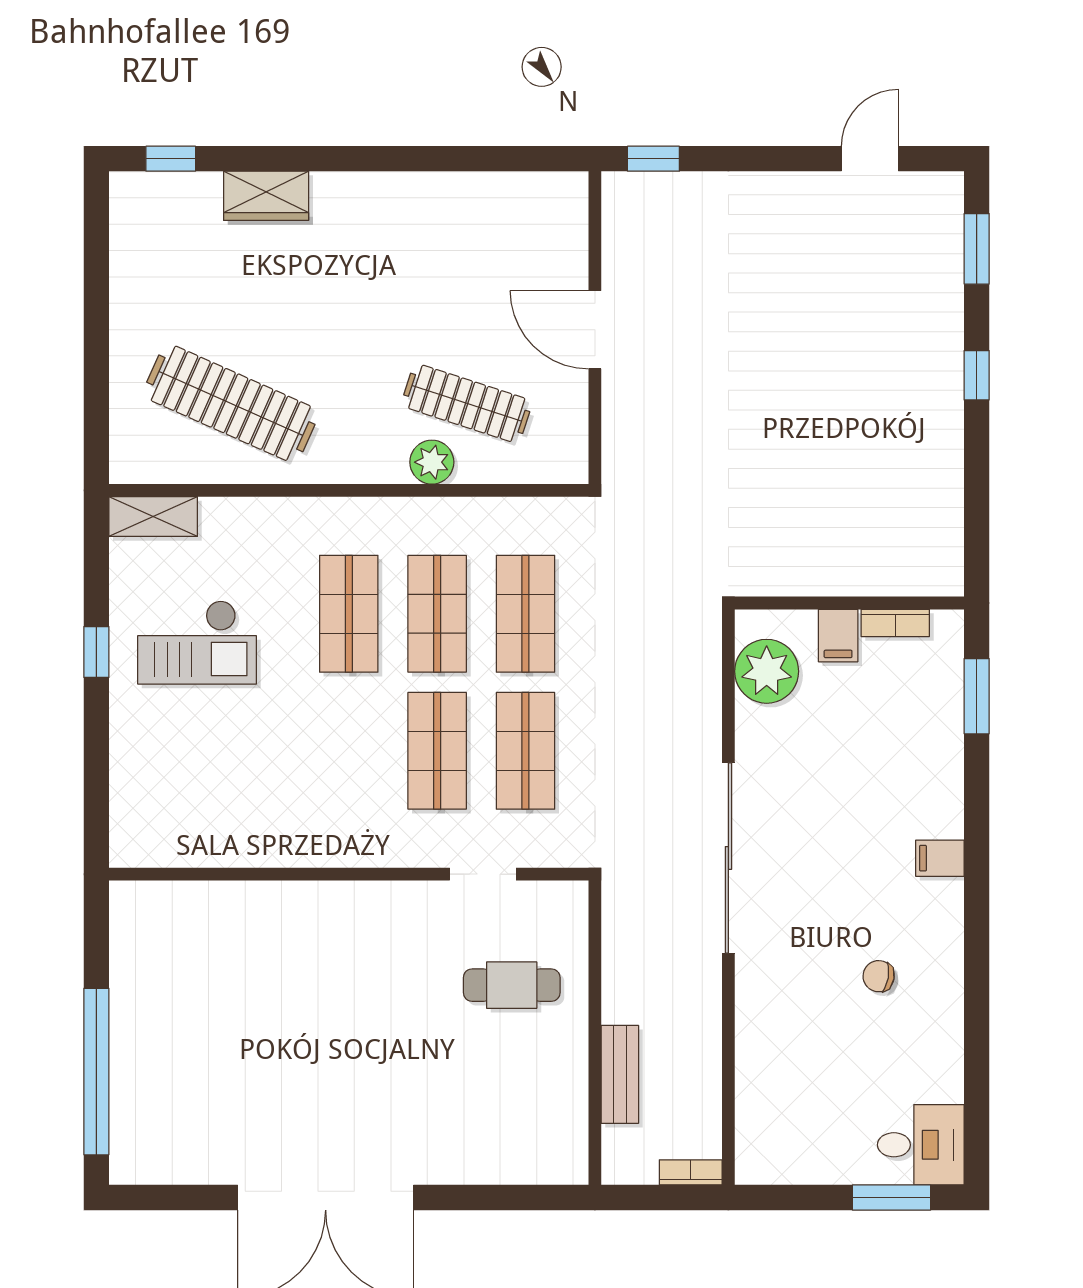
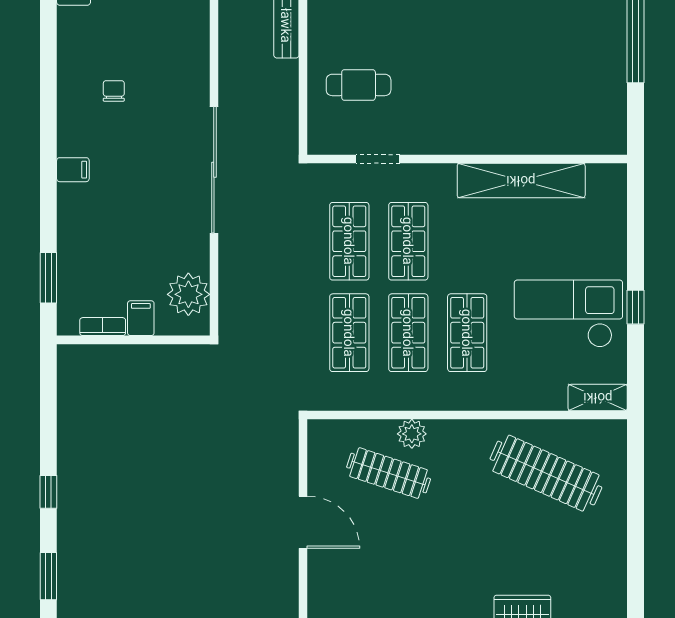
checkout: (197, 642) -> (568, 314), width x1.36, depth x1.21
shelving: (268, 842) -> (521, 181), added
chair: (879, 976) -> (114, 91), turned -100

